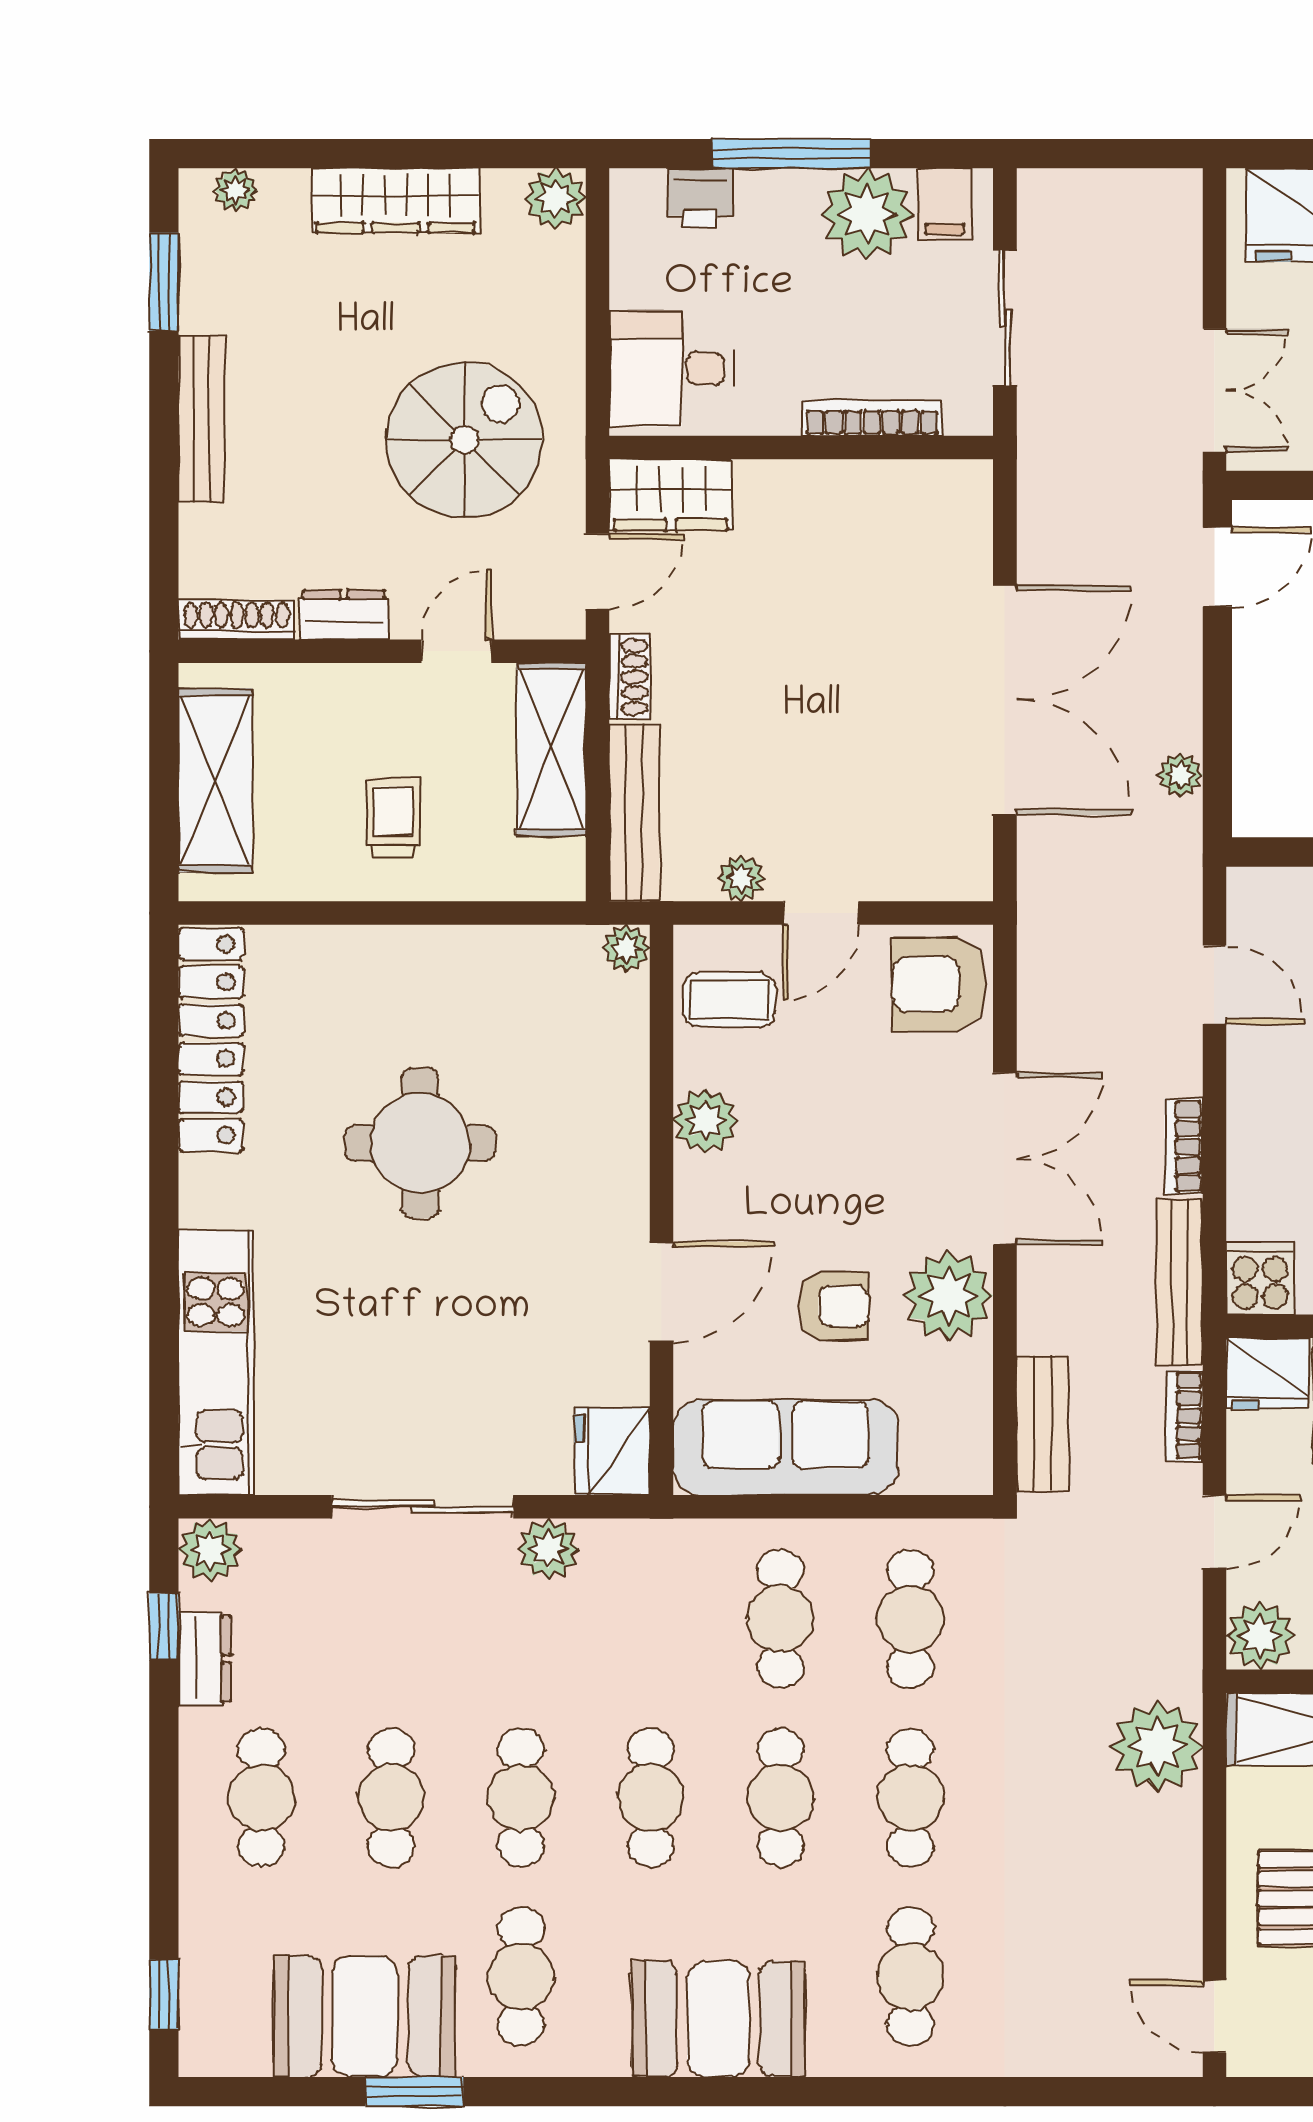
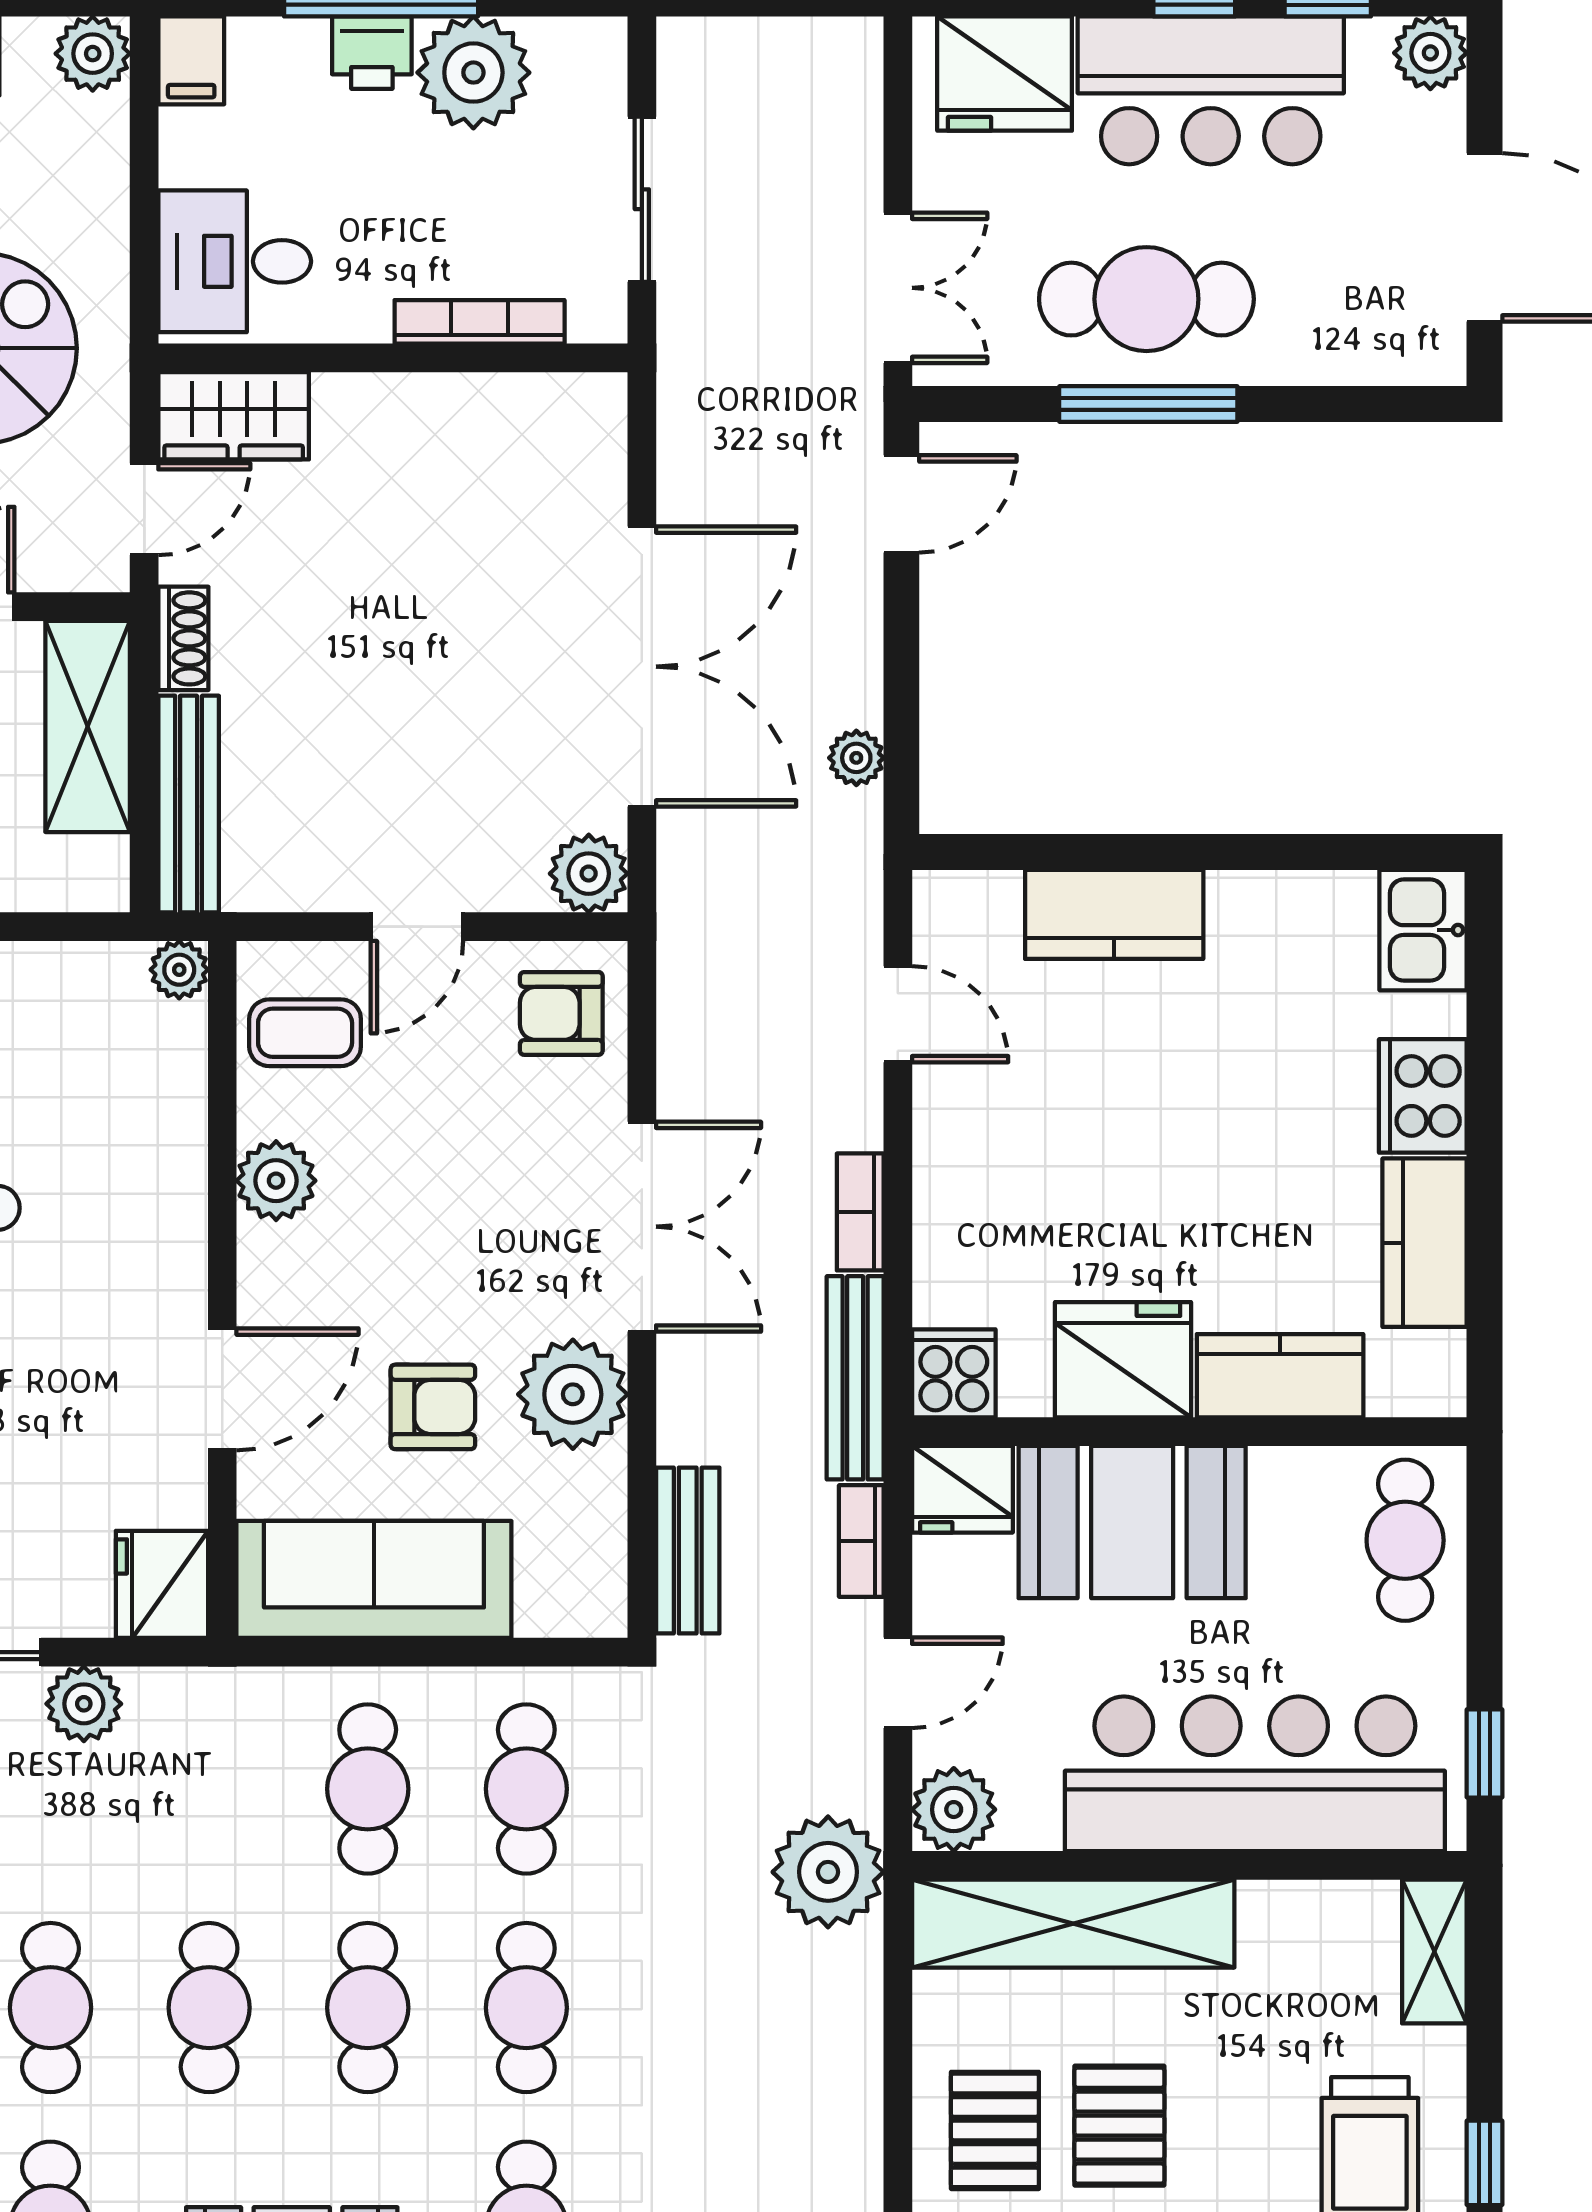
printer: (700, 198) -> (372, 53), moved
filing cabinet: (945, 204) -> (191, 60), moved
plant: (741, 878) -> (589, 874), moved, width x1.38, depth x1.38
armchair: (939, 984) -> (561, 1013), width x0.72, depth x0.72
plant: (1157, 1746) -> (828, 1872), moved

